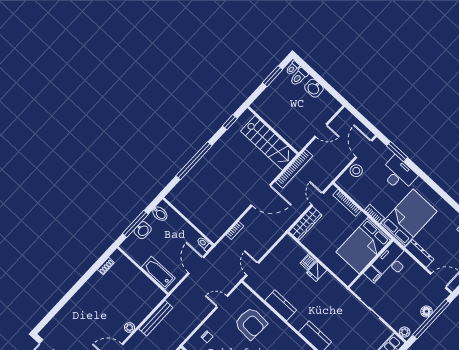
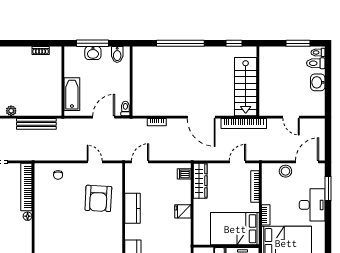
wardrobe: (306, 223) -> (200, 181), moved, turned -90
dishwasher: (308, 262) -> (184, 174), moved

